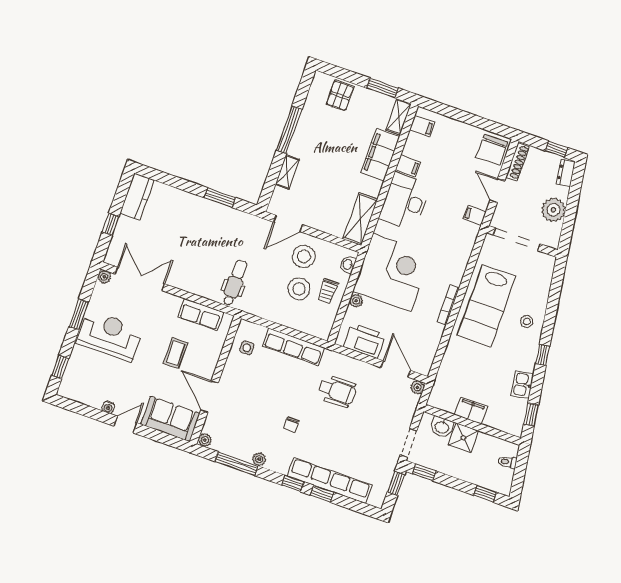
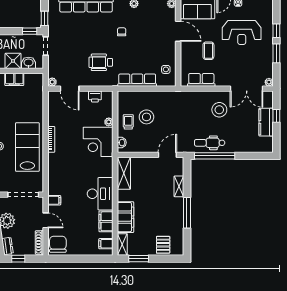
filing cabinet: (408, 166) -> (106, 221), width x2.00
kitchen counter: (137, 197) -> (266, 122), moved
window: (220, 198) -> (215, 156), width x2.11
stool: (304, 257) -> (219, 110), moved
corner desk: (392, 272) -> (98, 142), width x0.74, depth x0.74
dental chair: (235, 283) -> (210, 143), moved, turned 90
reception desk: (110, 336) -> (242, 32), moved
printer: (364, 341) -> (95, 96), width x0.53, depth x0.68
window: (60, 367) -> (276, 31), moved

